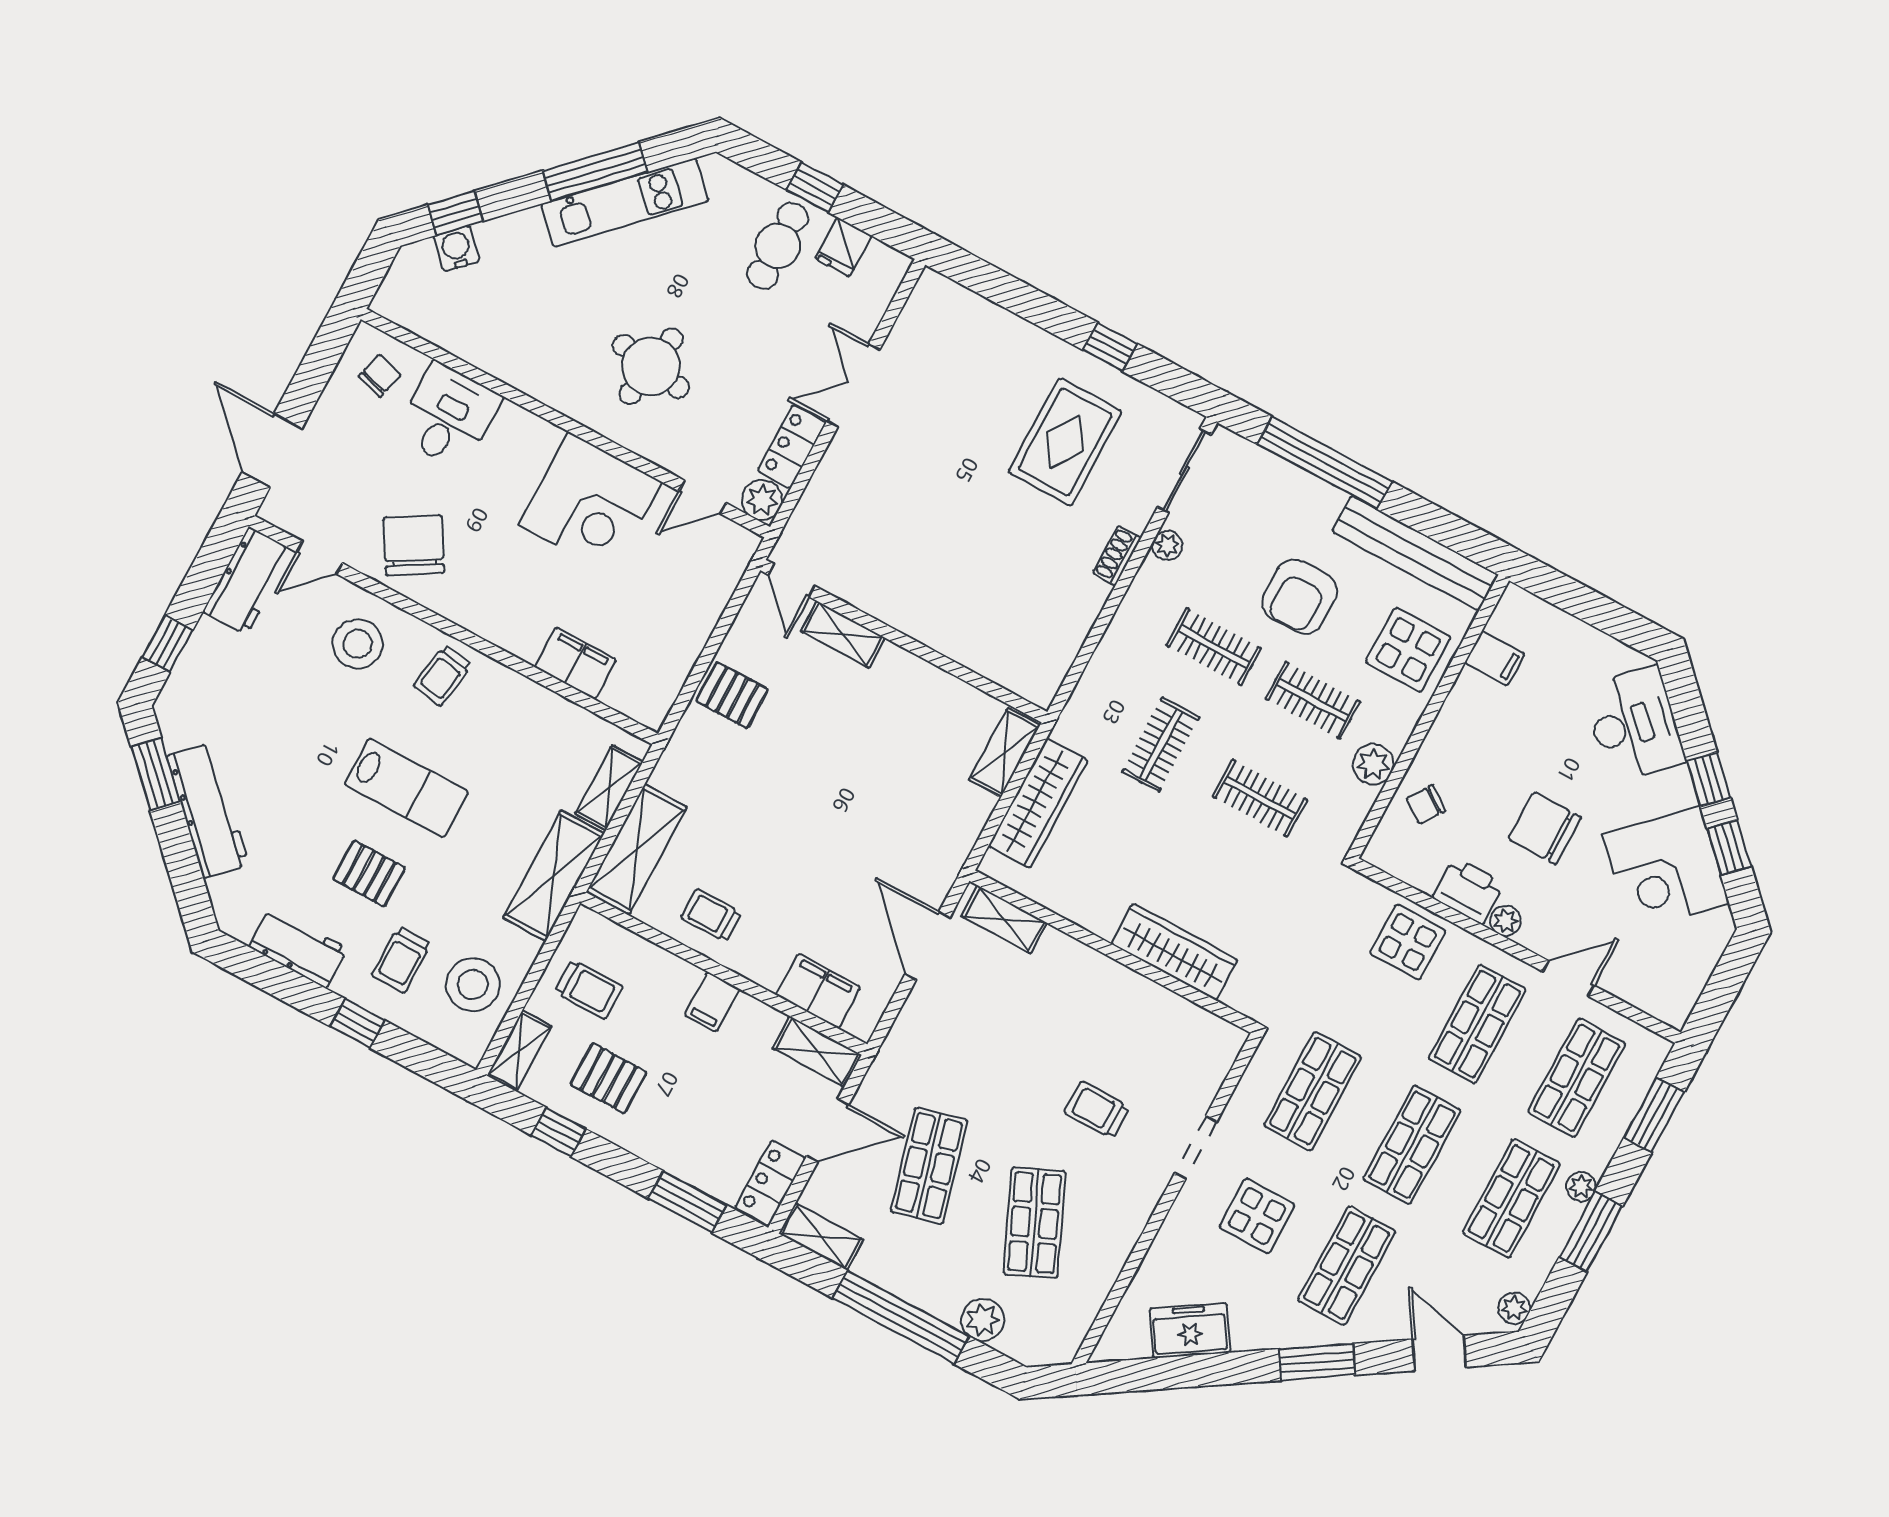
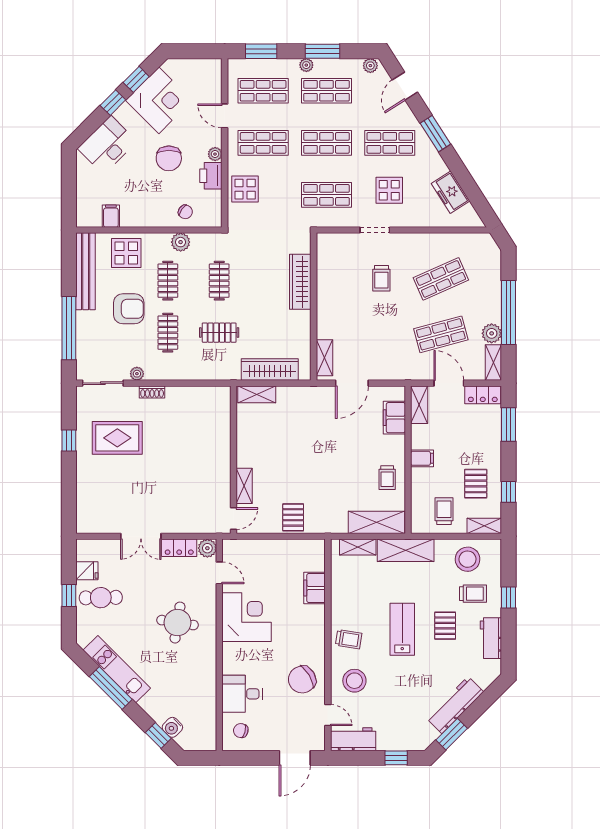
plant: (983, 1320) -> (492, 333), moved

